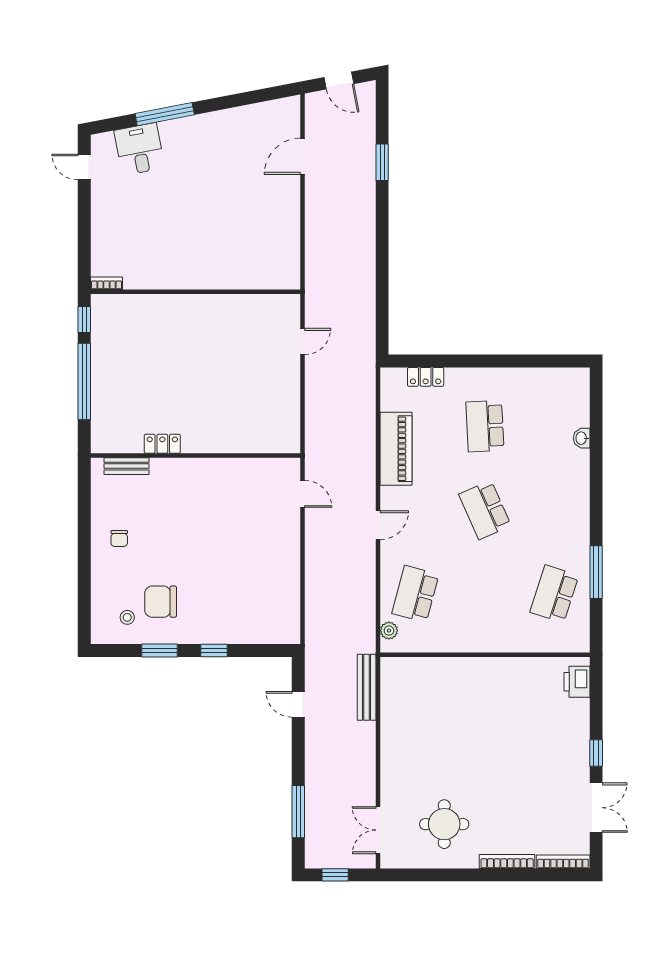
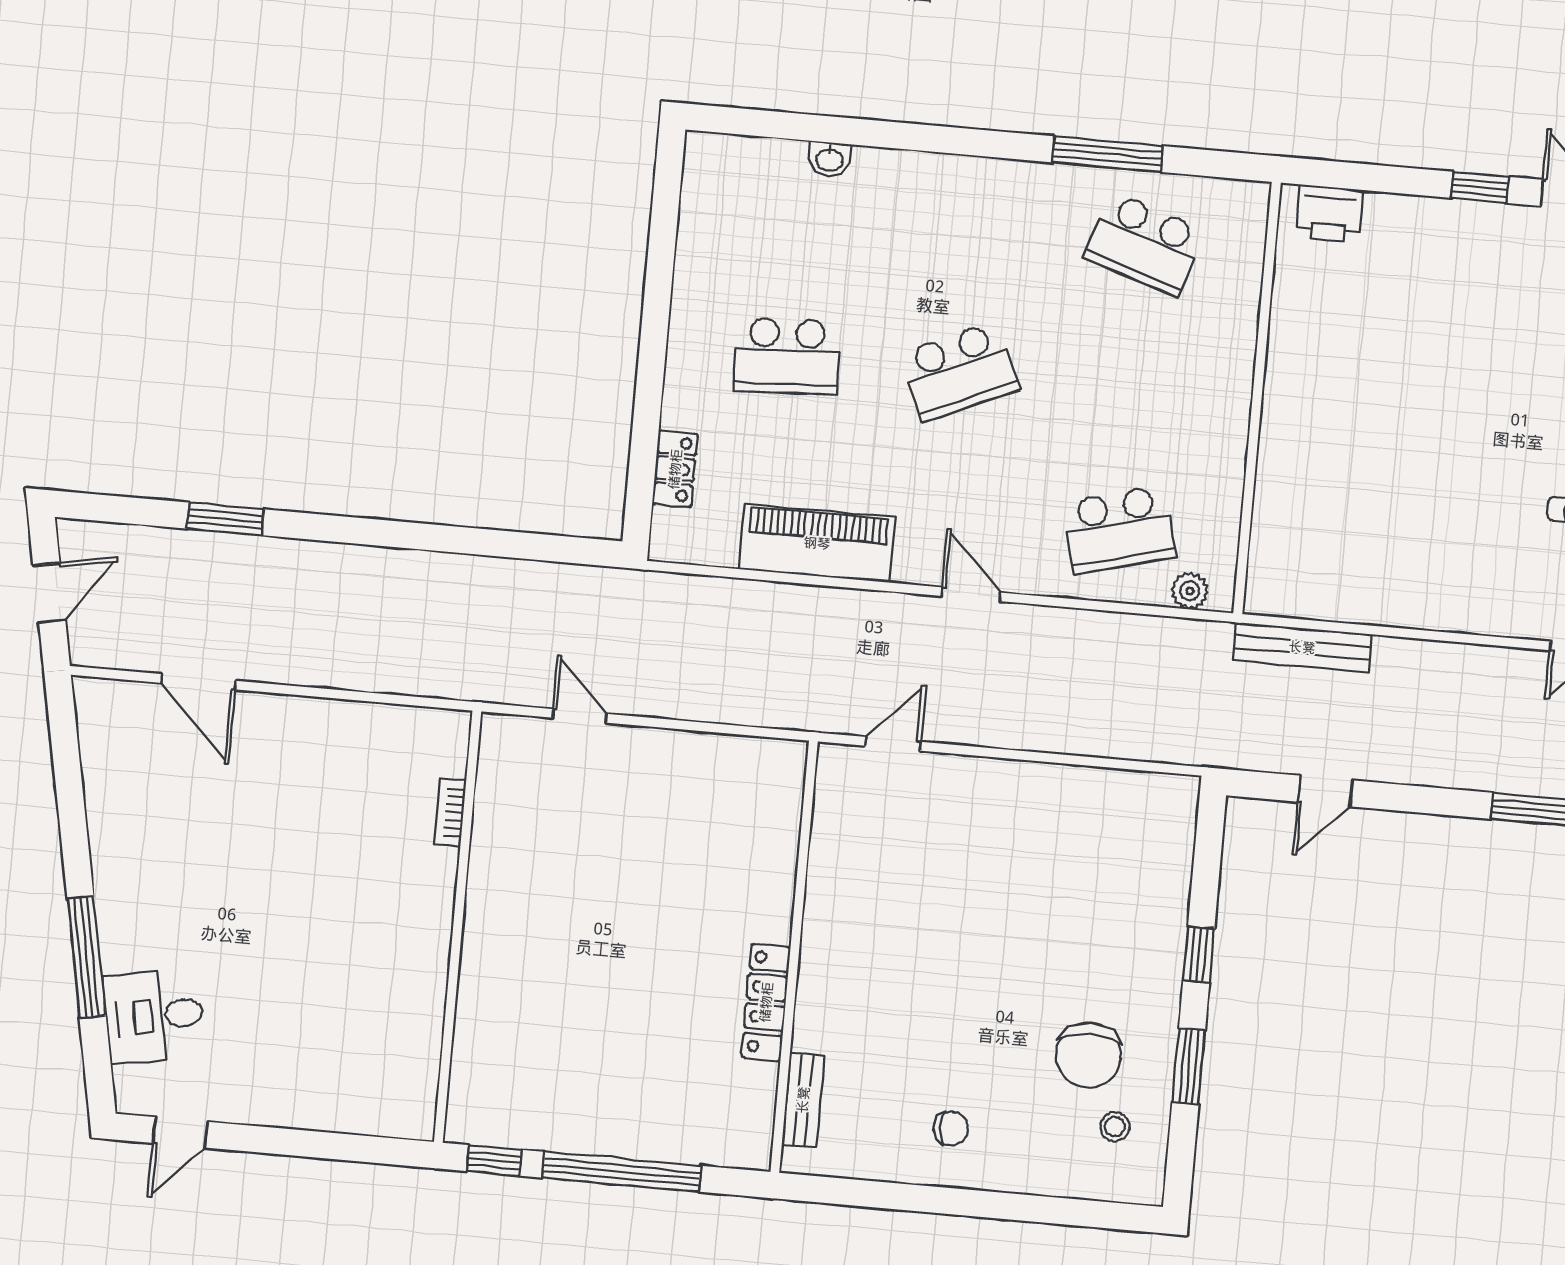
bookcase: (107, 283) -> (450, 812), moved
locker: (162, 444) -> (766, 1002), width x1.53
school desk: (415, 594) -> (1119, 530), turned -30

